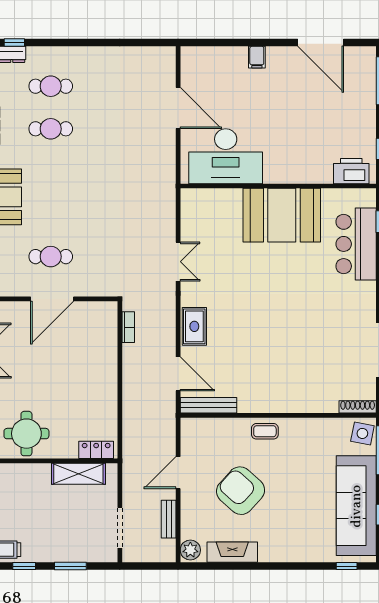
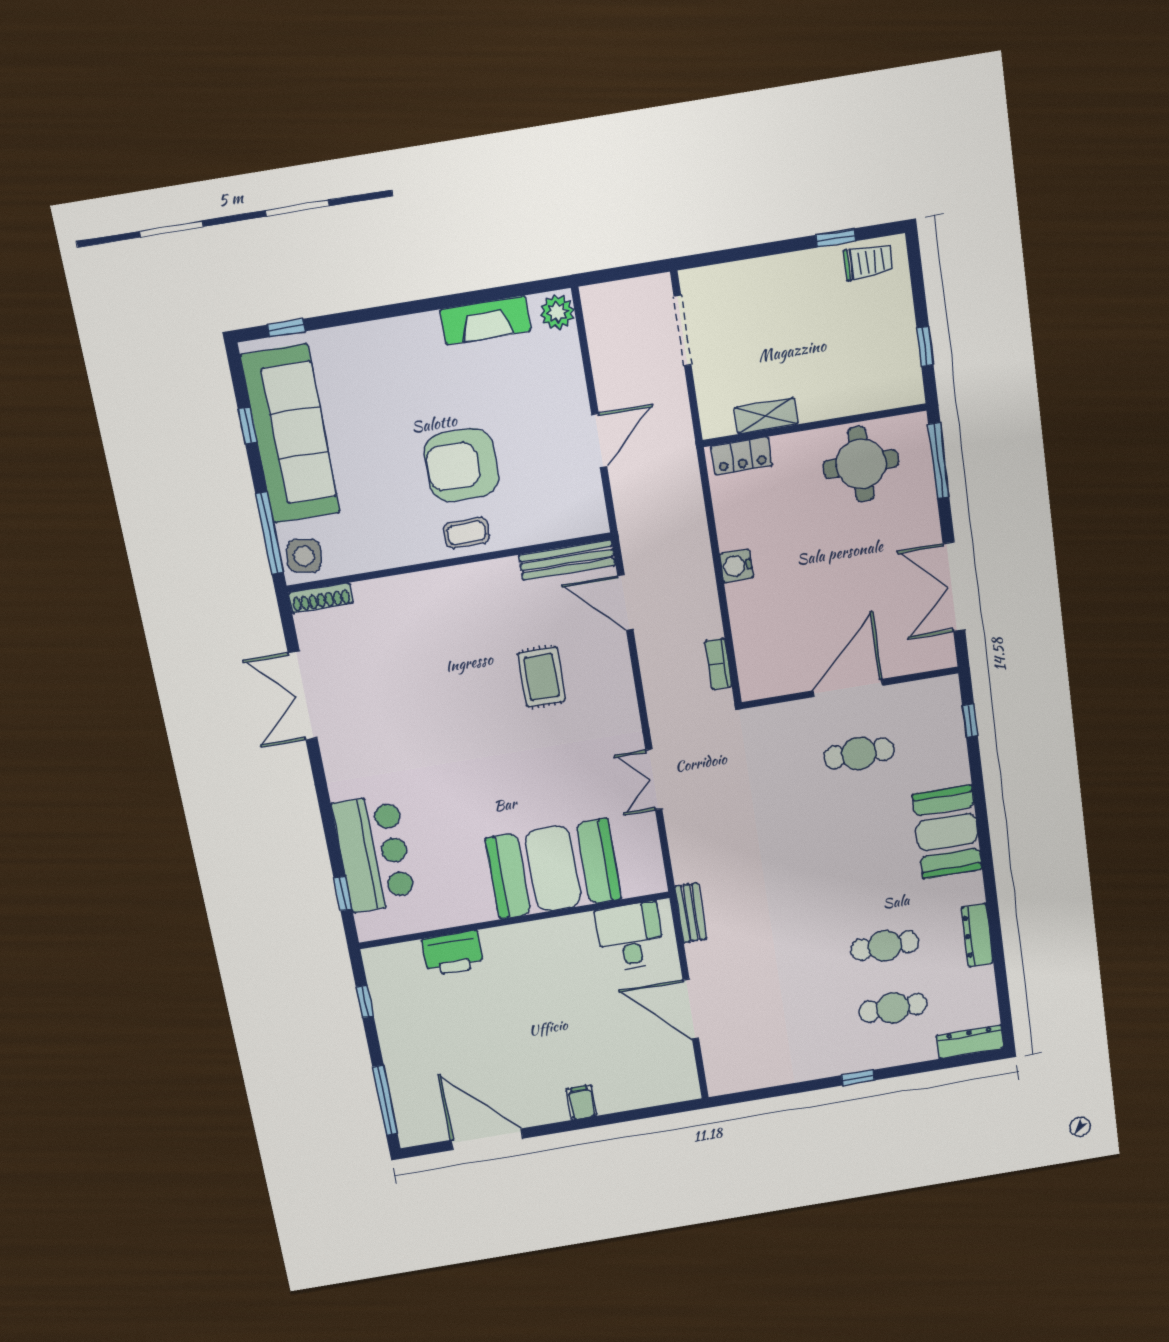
window: (14, 43) -> (858, 1078), moved
desk: (226, 156) -> (630, 937), width x0.53, depth x0.77
printer: (351, 171) -> (453, 953), moved
booth: (282, 215) -> (553, 869), moved
rug: (194, 326) -> (542, 677), moved
water cooler: (109, 385) -> (737, 566), added
shelving: (78, 474) -> (766, 416), width x0.67, depth x0.75
armchair: (241, 491) -> (461, 465), moved, turned 138
bench: (169, 519) -> (691, 913), moved
window: (70, 566) -> (757, 251), removed

